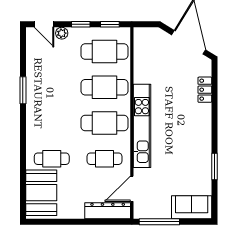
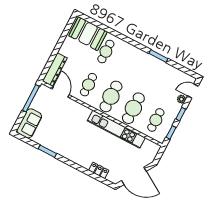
cafe table: (104, 51) -> (156, 120), width x0.73, depth x0.74
kitchen unit: (142, 126) -> (116, 129), moved

